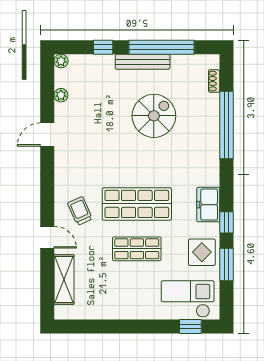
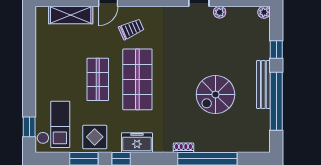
shoe rack: (214, 81) -> (183, 148), moved
plant: (61, 95) -> (220, 12), moved
spiral stairs: (154, 116) -> (215, 95), turned 90

